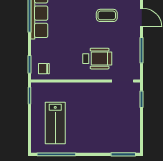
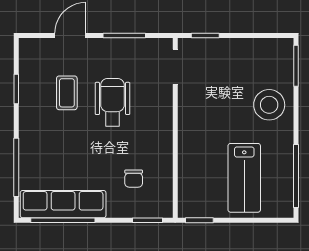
wheelchair: (97, 59) -> (113, 102), moved
chair: (44, 69) -> (134, 179), moved
lab bench: (55, 123) -> (244, 178), turned 90
stool: (99, 138) -> (269, 105), added

